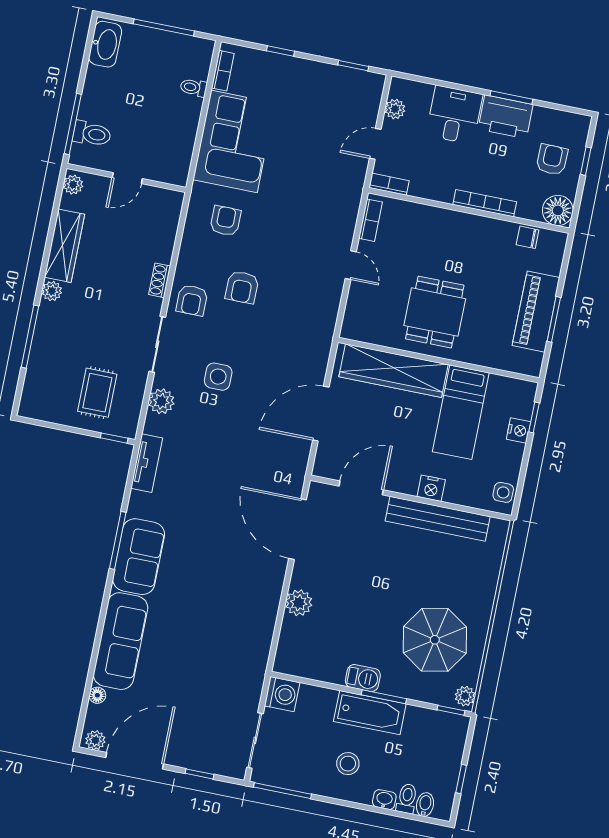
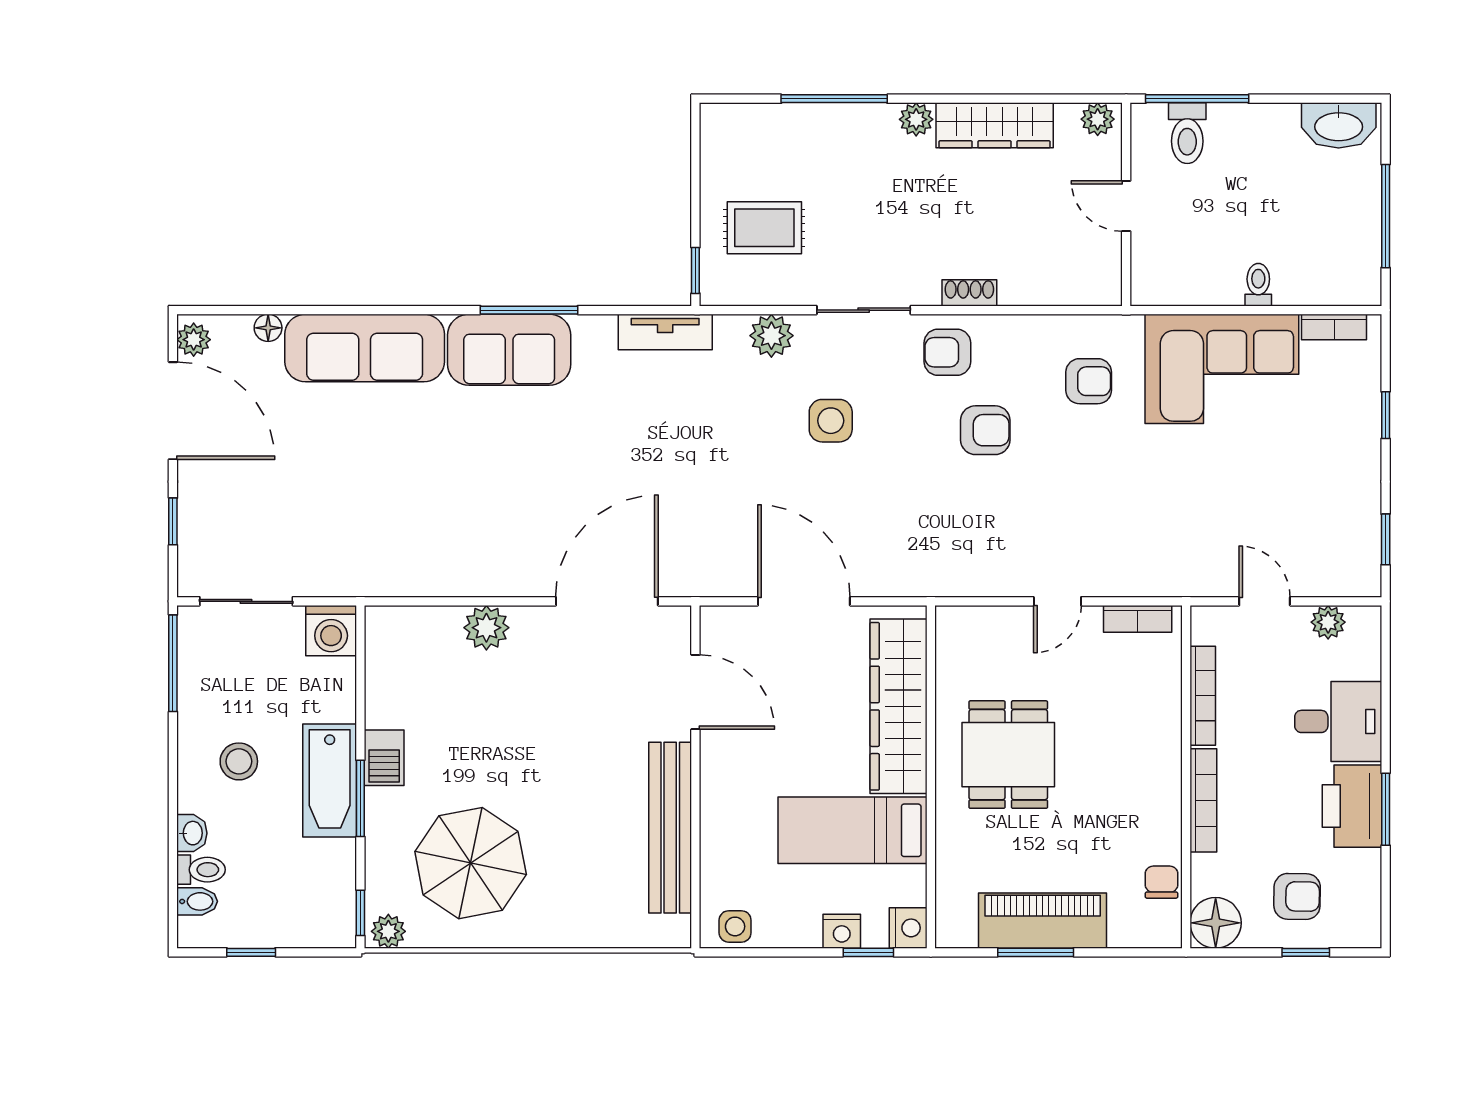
toilet: (194, 88) -> (1258, 285), moved
bookcase: (389, 184) -> (1203, 696), moved, width x1.56
armchair: (242, 287) -> (985, 430), turned 180
dining table: (435, 312) -> (1008, 755), turned 90
nightstand: (431, 488) -> (908, 928), moved, turned 180

